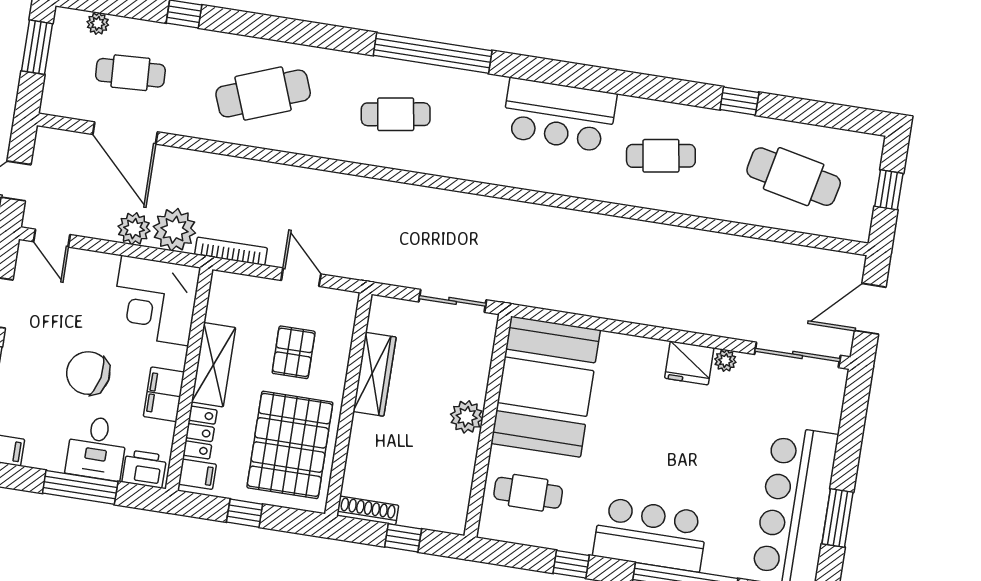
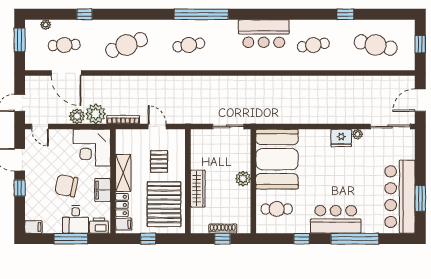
wardrobe: (375, 374) -> (198, 189), moved
shoe rack: (368, 510) -> (223, 229), moved

